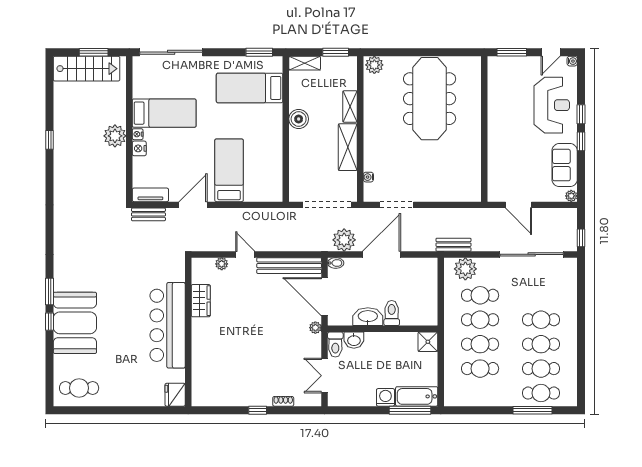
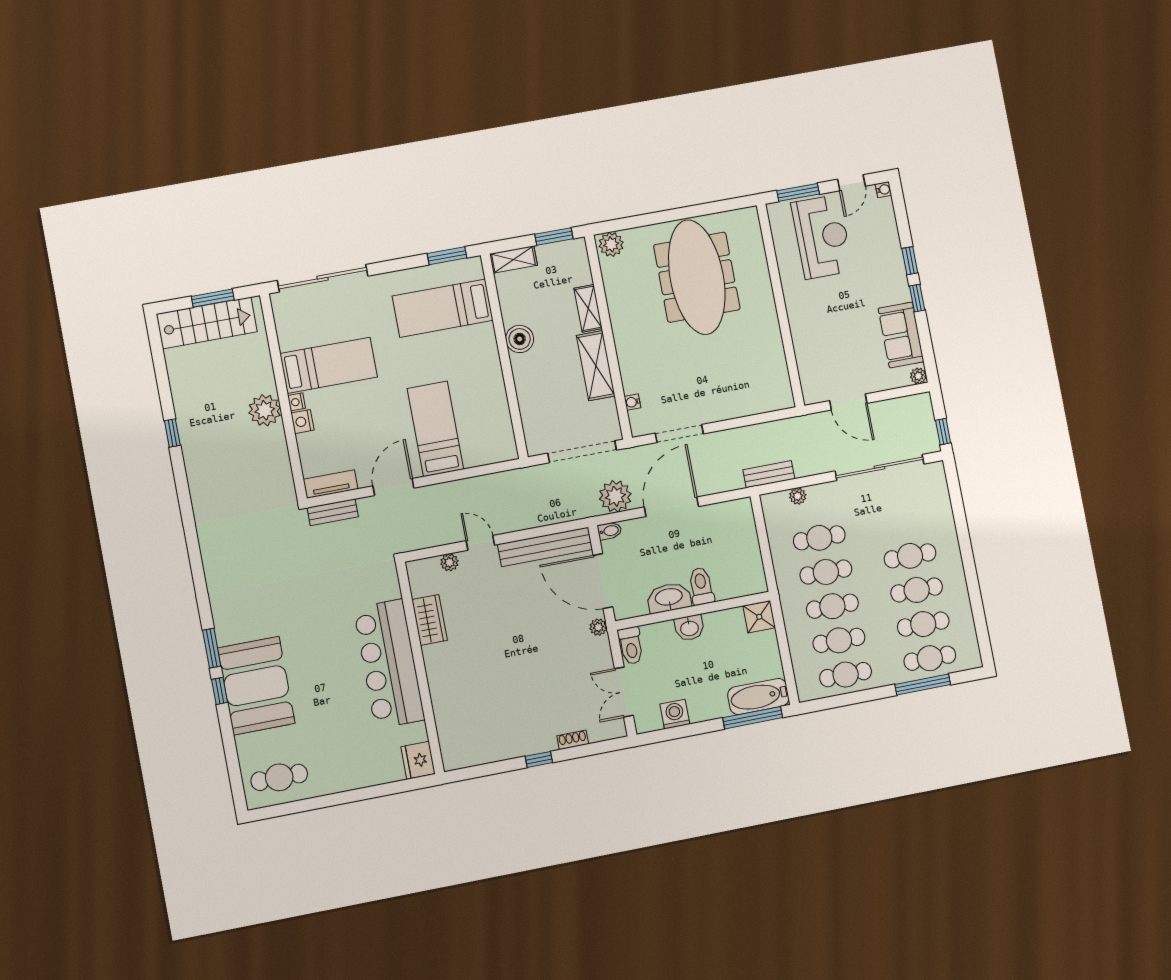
reception desk: (552, 105) -> (822, 237), moved
plant: (465, 269) -> (798, 496), width x0.53, depth x0.53
washbasin: (354, 340) -> (689, 628), moved
cafe table: (480, 393) -> (846, 675), added
washing machine: (385, 397) -> (675, 714), moved

